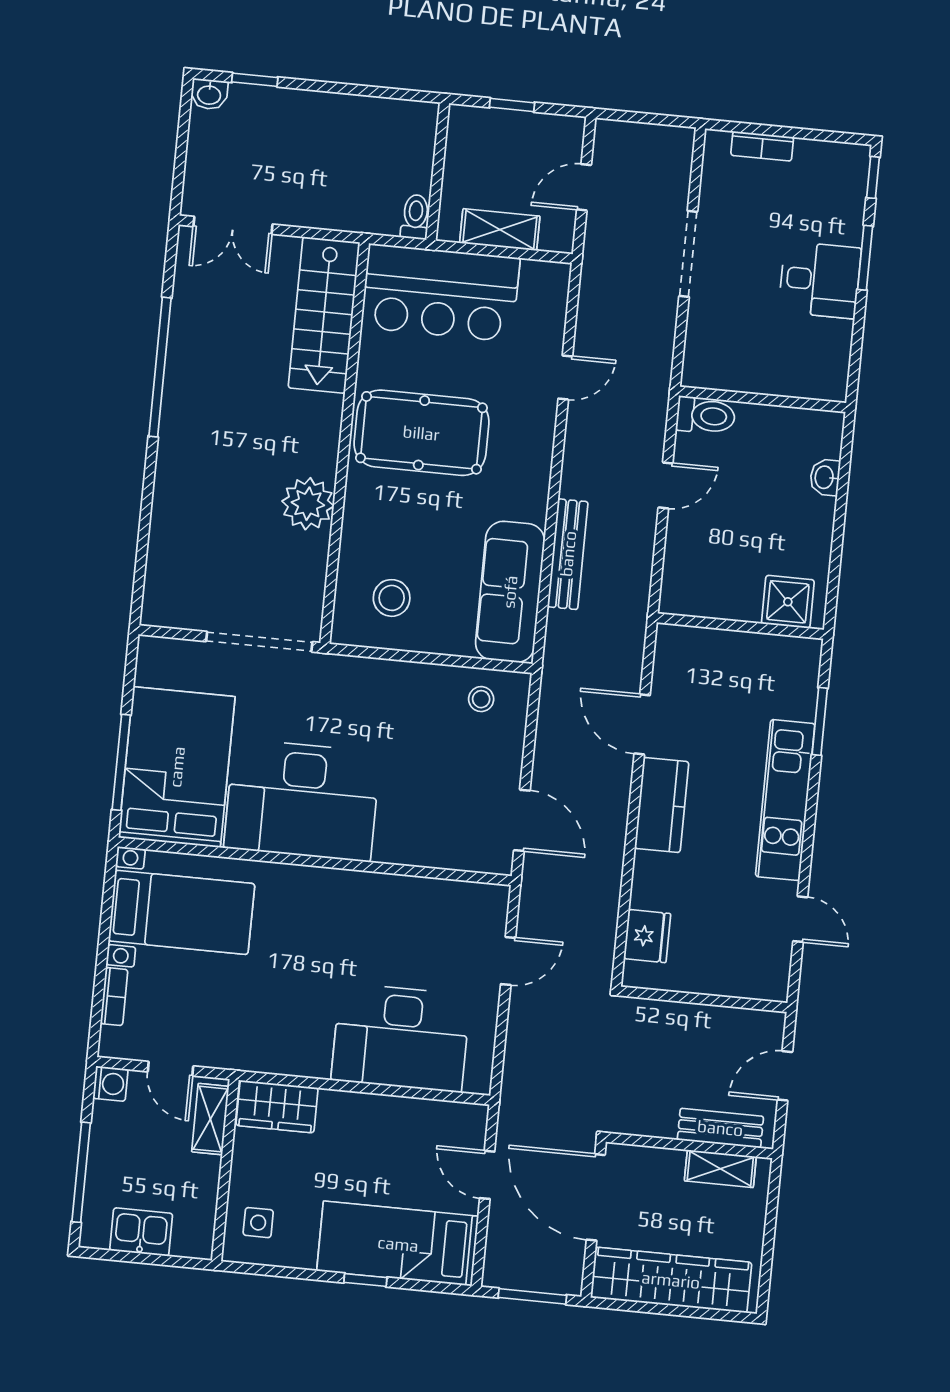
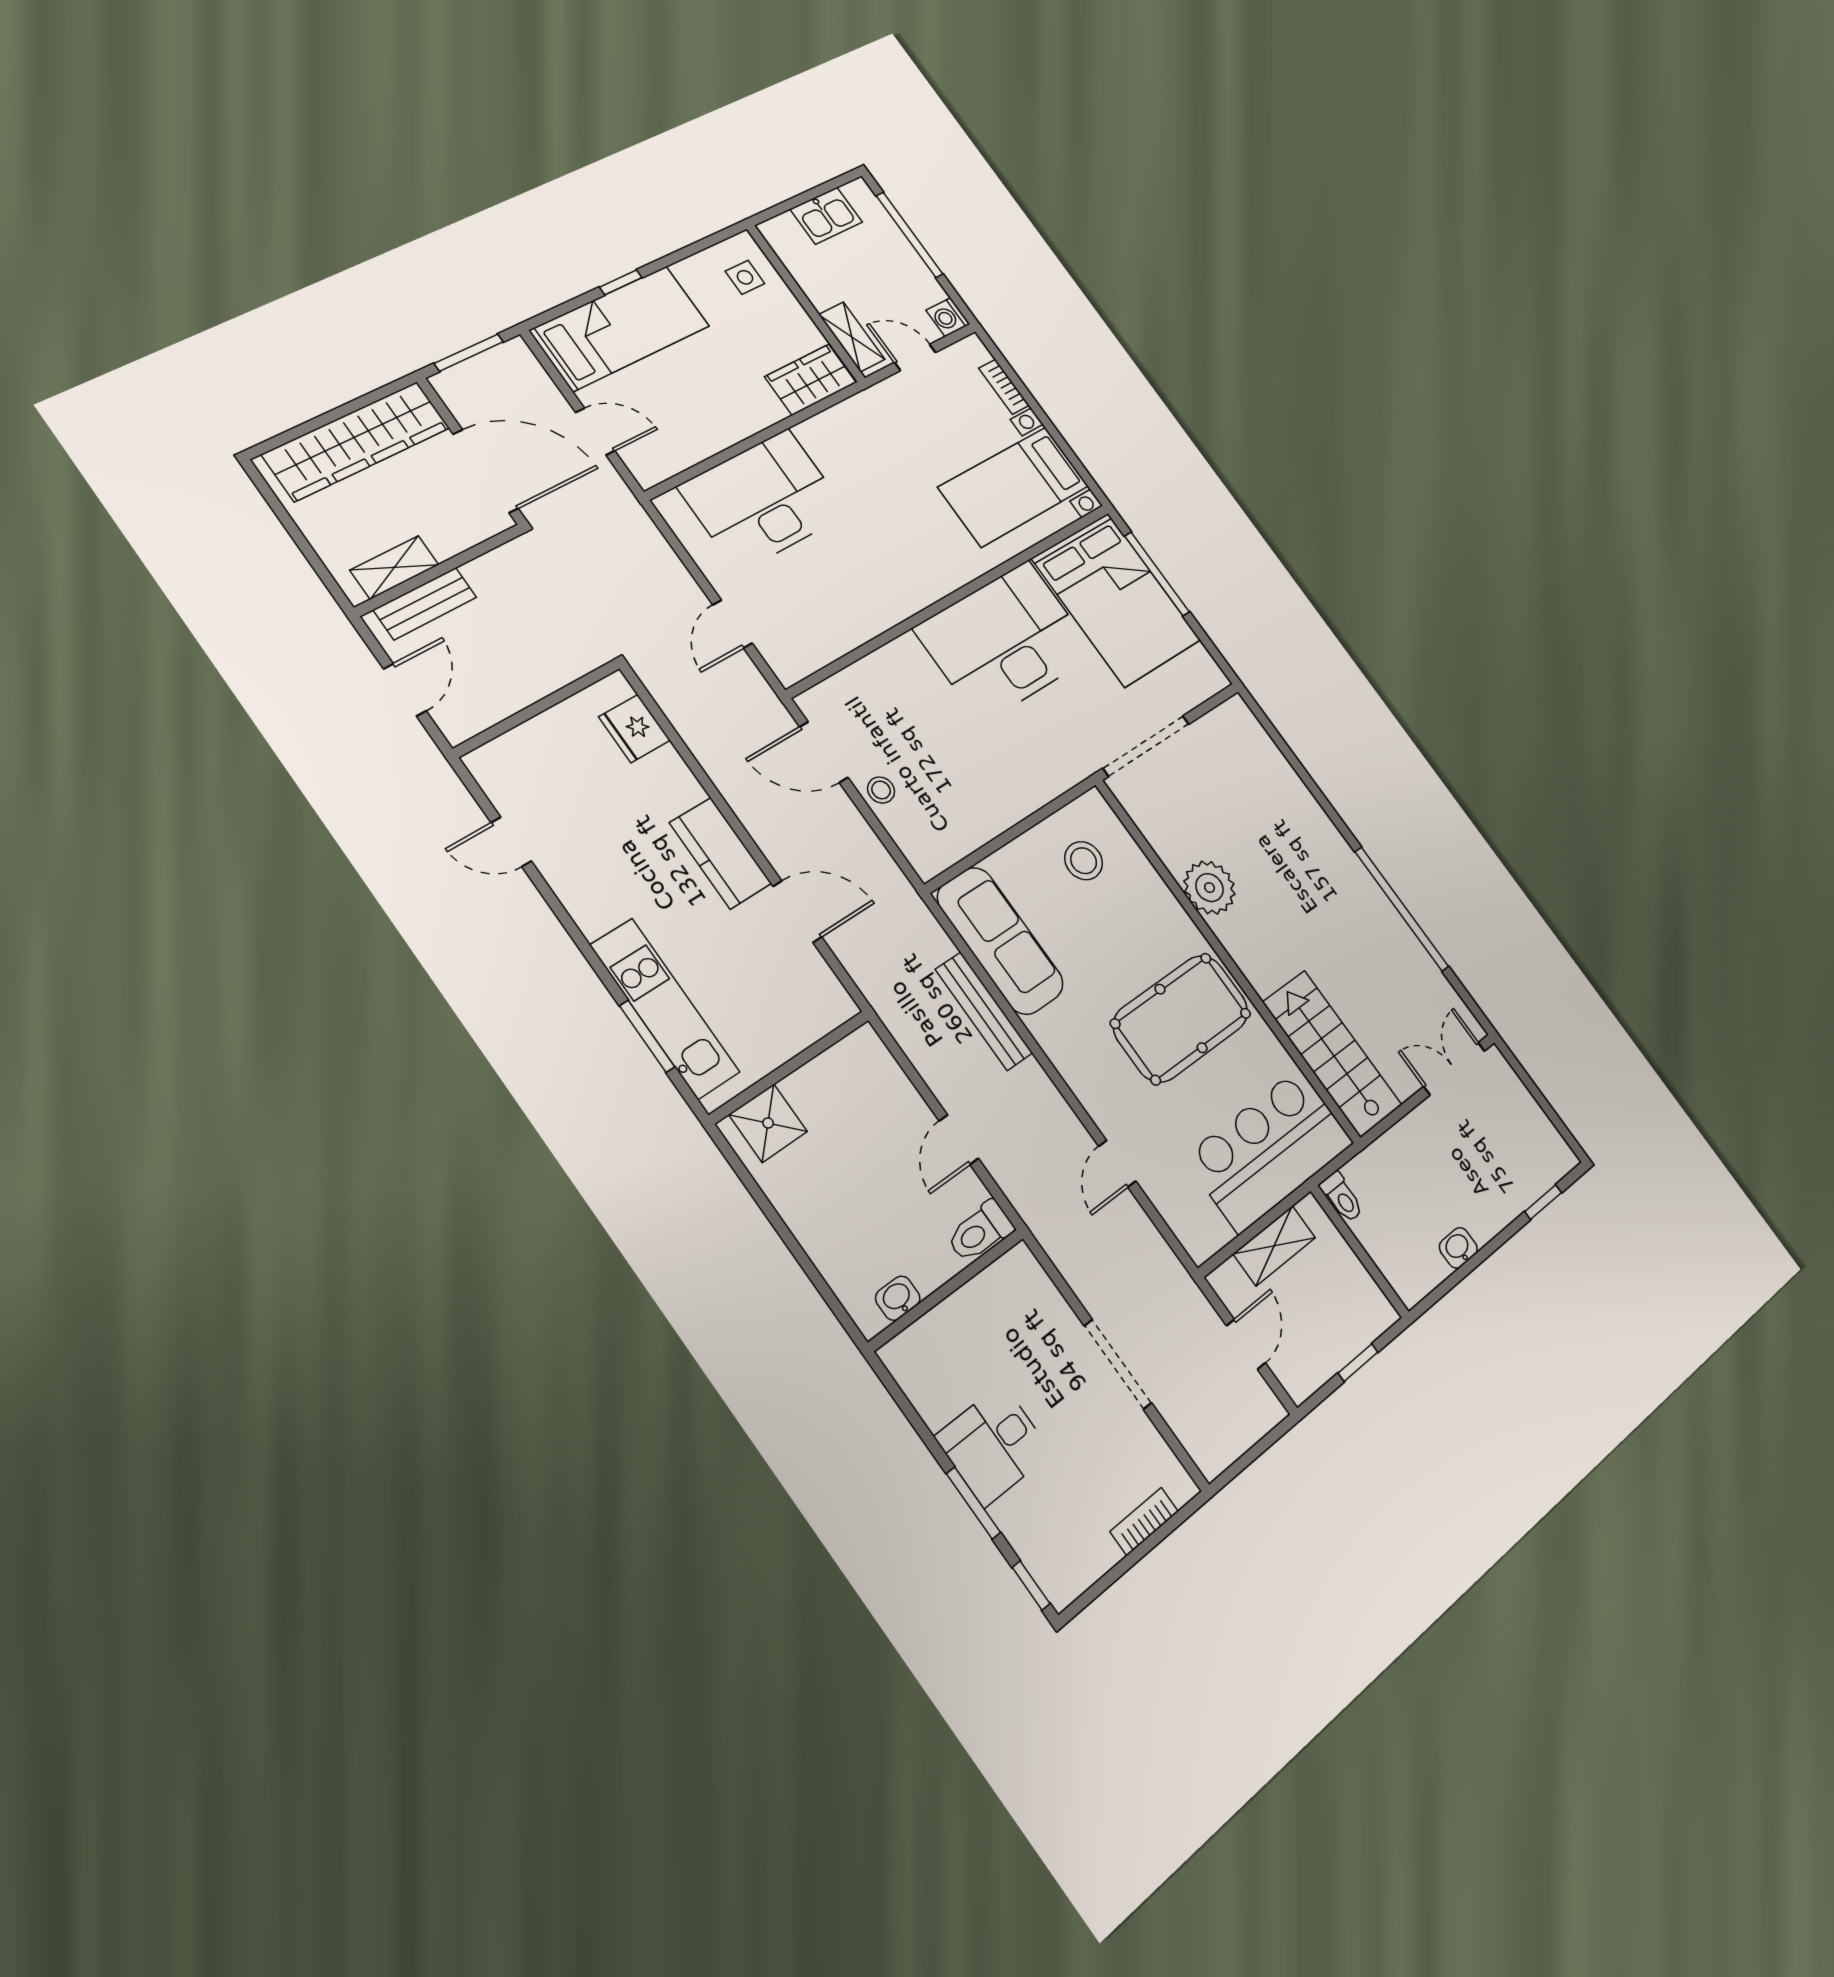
washbasin: (209, 94) -> (1458, 1248), moved
washbasin: (825, 477) -> (898, 1298), moved, turned -90
stool: (481, 699) -> (881, 790), moved
kitchen unit: (785, 800) -> (665, 1008), moved

